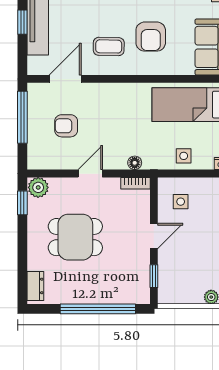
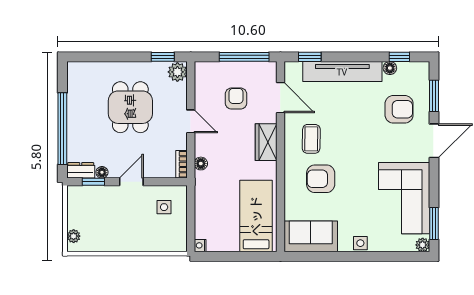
window: (22, 22) -> (310, 57), moved
wardrobe: (112, 94) -> (266, 142), added
side table: (184, 156) -> (207, 210), removed
door: (154, 236) -> (131, 182), swing flipped
floor lamp: (144, 267) -> (102, 172), added
dresser: (35, 286) -> (81, 170), moved, turned 180

